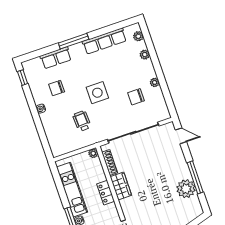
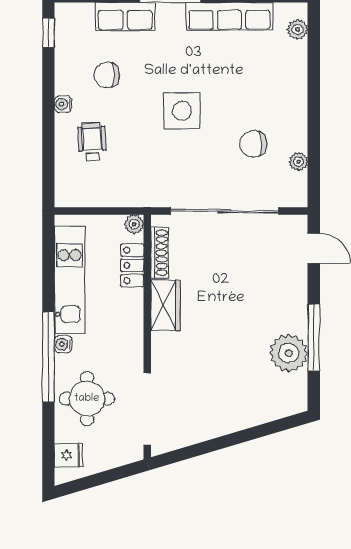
plant: (145, 55) -> (298, 69), removed
plant: (155, 82) -> (298, 162), moved
wheelchair: (82, 121) -> (92, 142), moved
locker: (106, 193) -> (132, 265), moved

